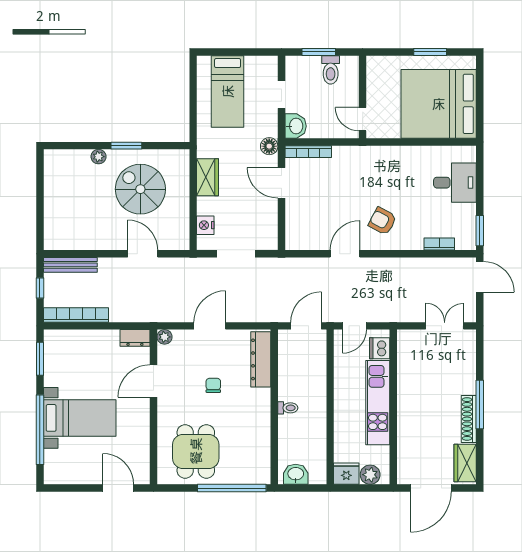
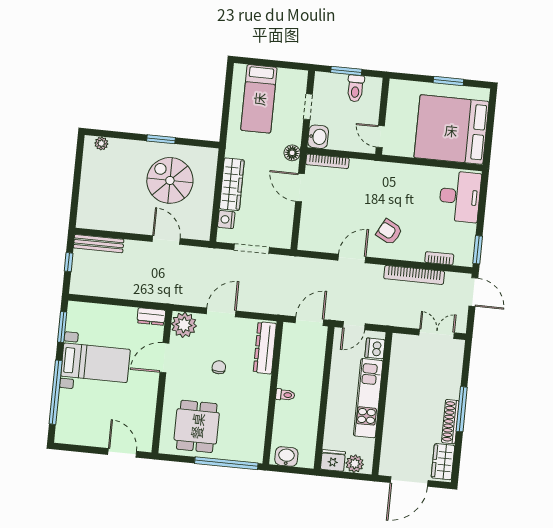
plant: (99, 157) -> (101, 143), moved
wardrobe: (208, 177) -> (232, 184), width x1.50
desk: (455, 183) -> (460, 197), width x1.37
bookcase: (76, 315) -> (414, 275), moved, turned 180
plant: (165, 337) -> (184, 325), width x1.87, depth x1.87
bed with nightstands: (80, 418) -> (95, 363), moved

